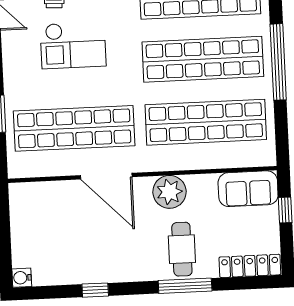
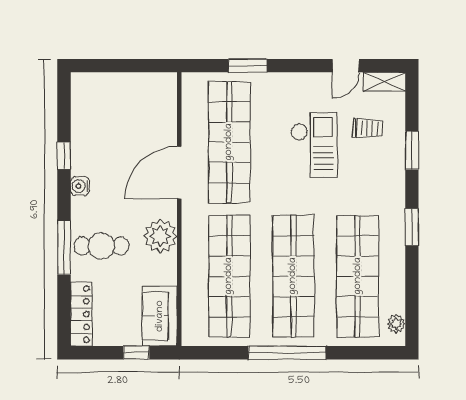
checkout: (73, 45) -> (314, 145), turned 180
water cooler: (22, 278) -> (80, 186), moved, turned -90

